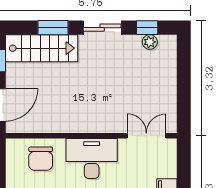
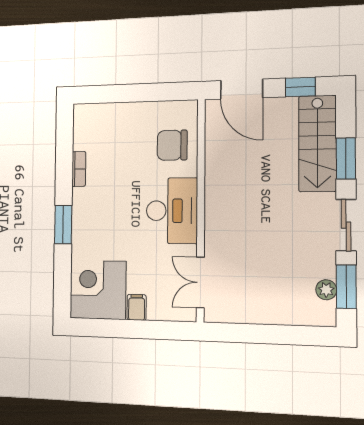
window: (147, 28) -> (346, 287), width x1.50
double door: (146, 136) -> (200, 282), swing flipped

